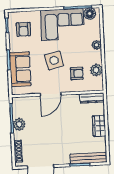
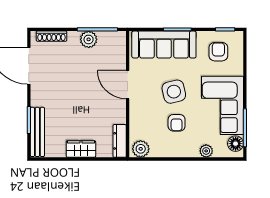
armchair: (23, 29) -> (218, 52), turned 90
plant: (97, 45) -> (206, 151), moved
sofa: (20, 69) -> (164, 45), width x1.36
plant: (96, 70) -> (141, 149), moved
armchair: (77, 73) -> (177, 123), moved

